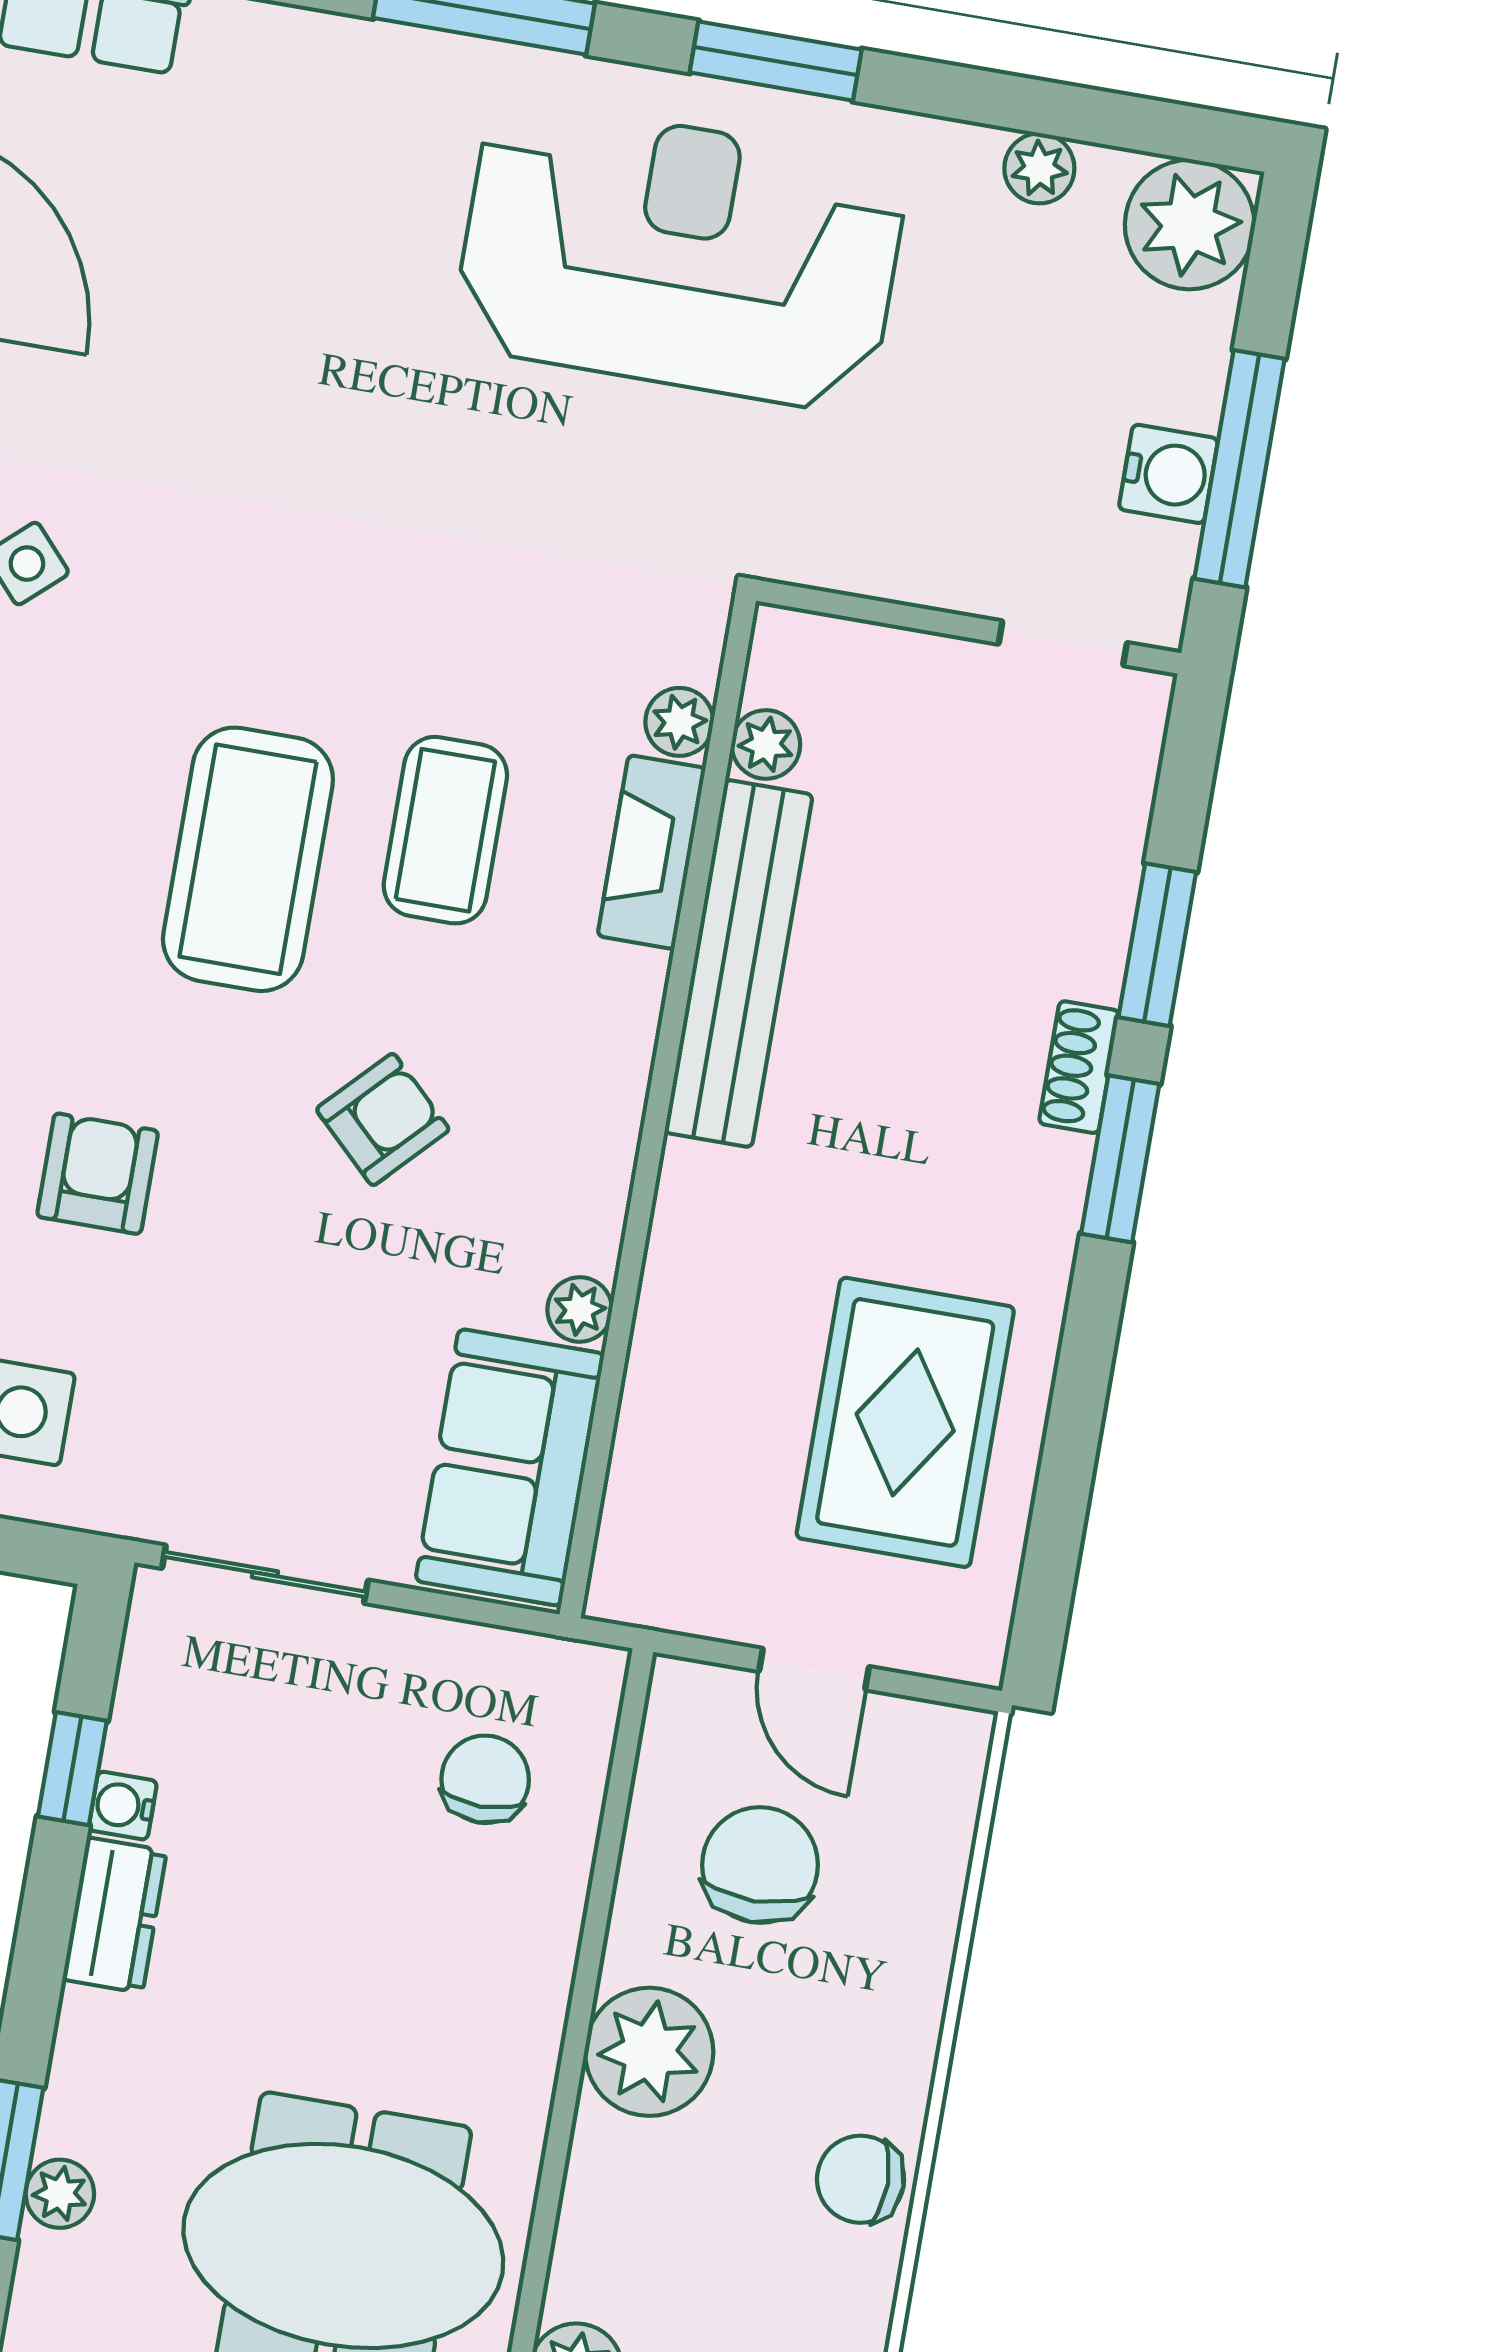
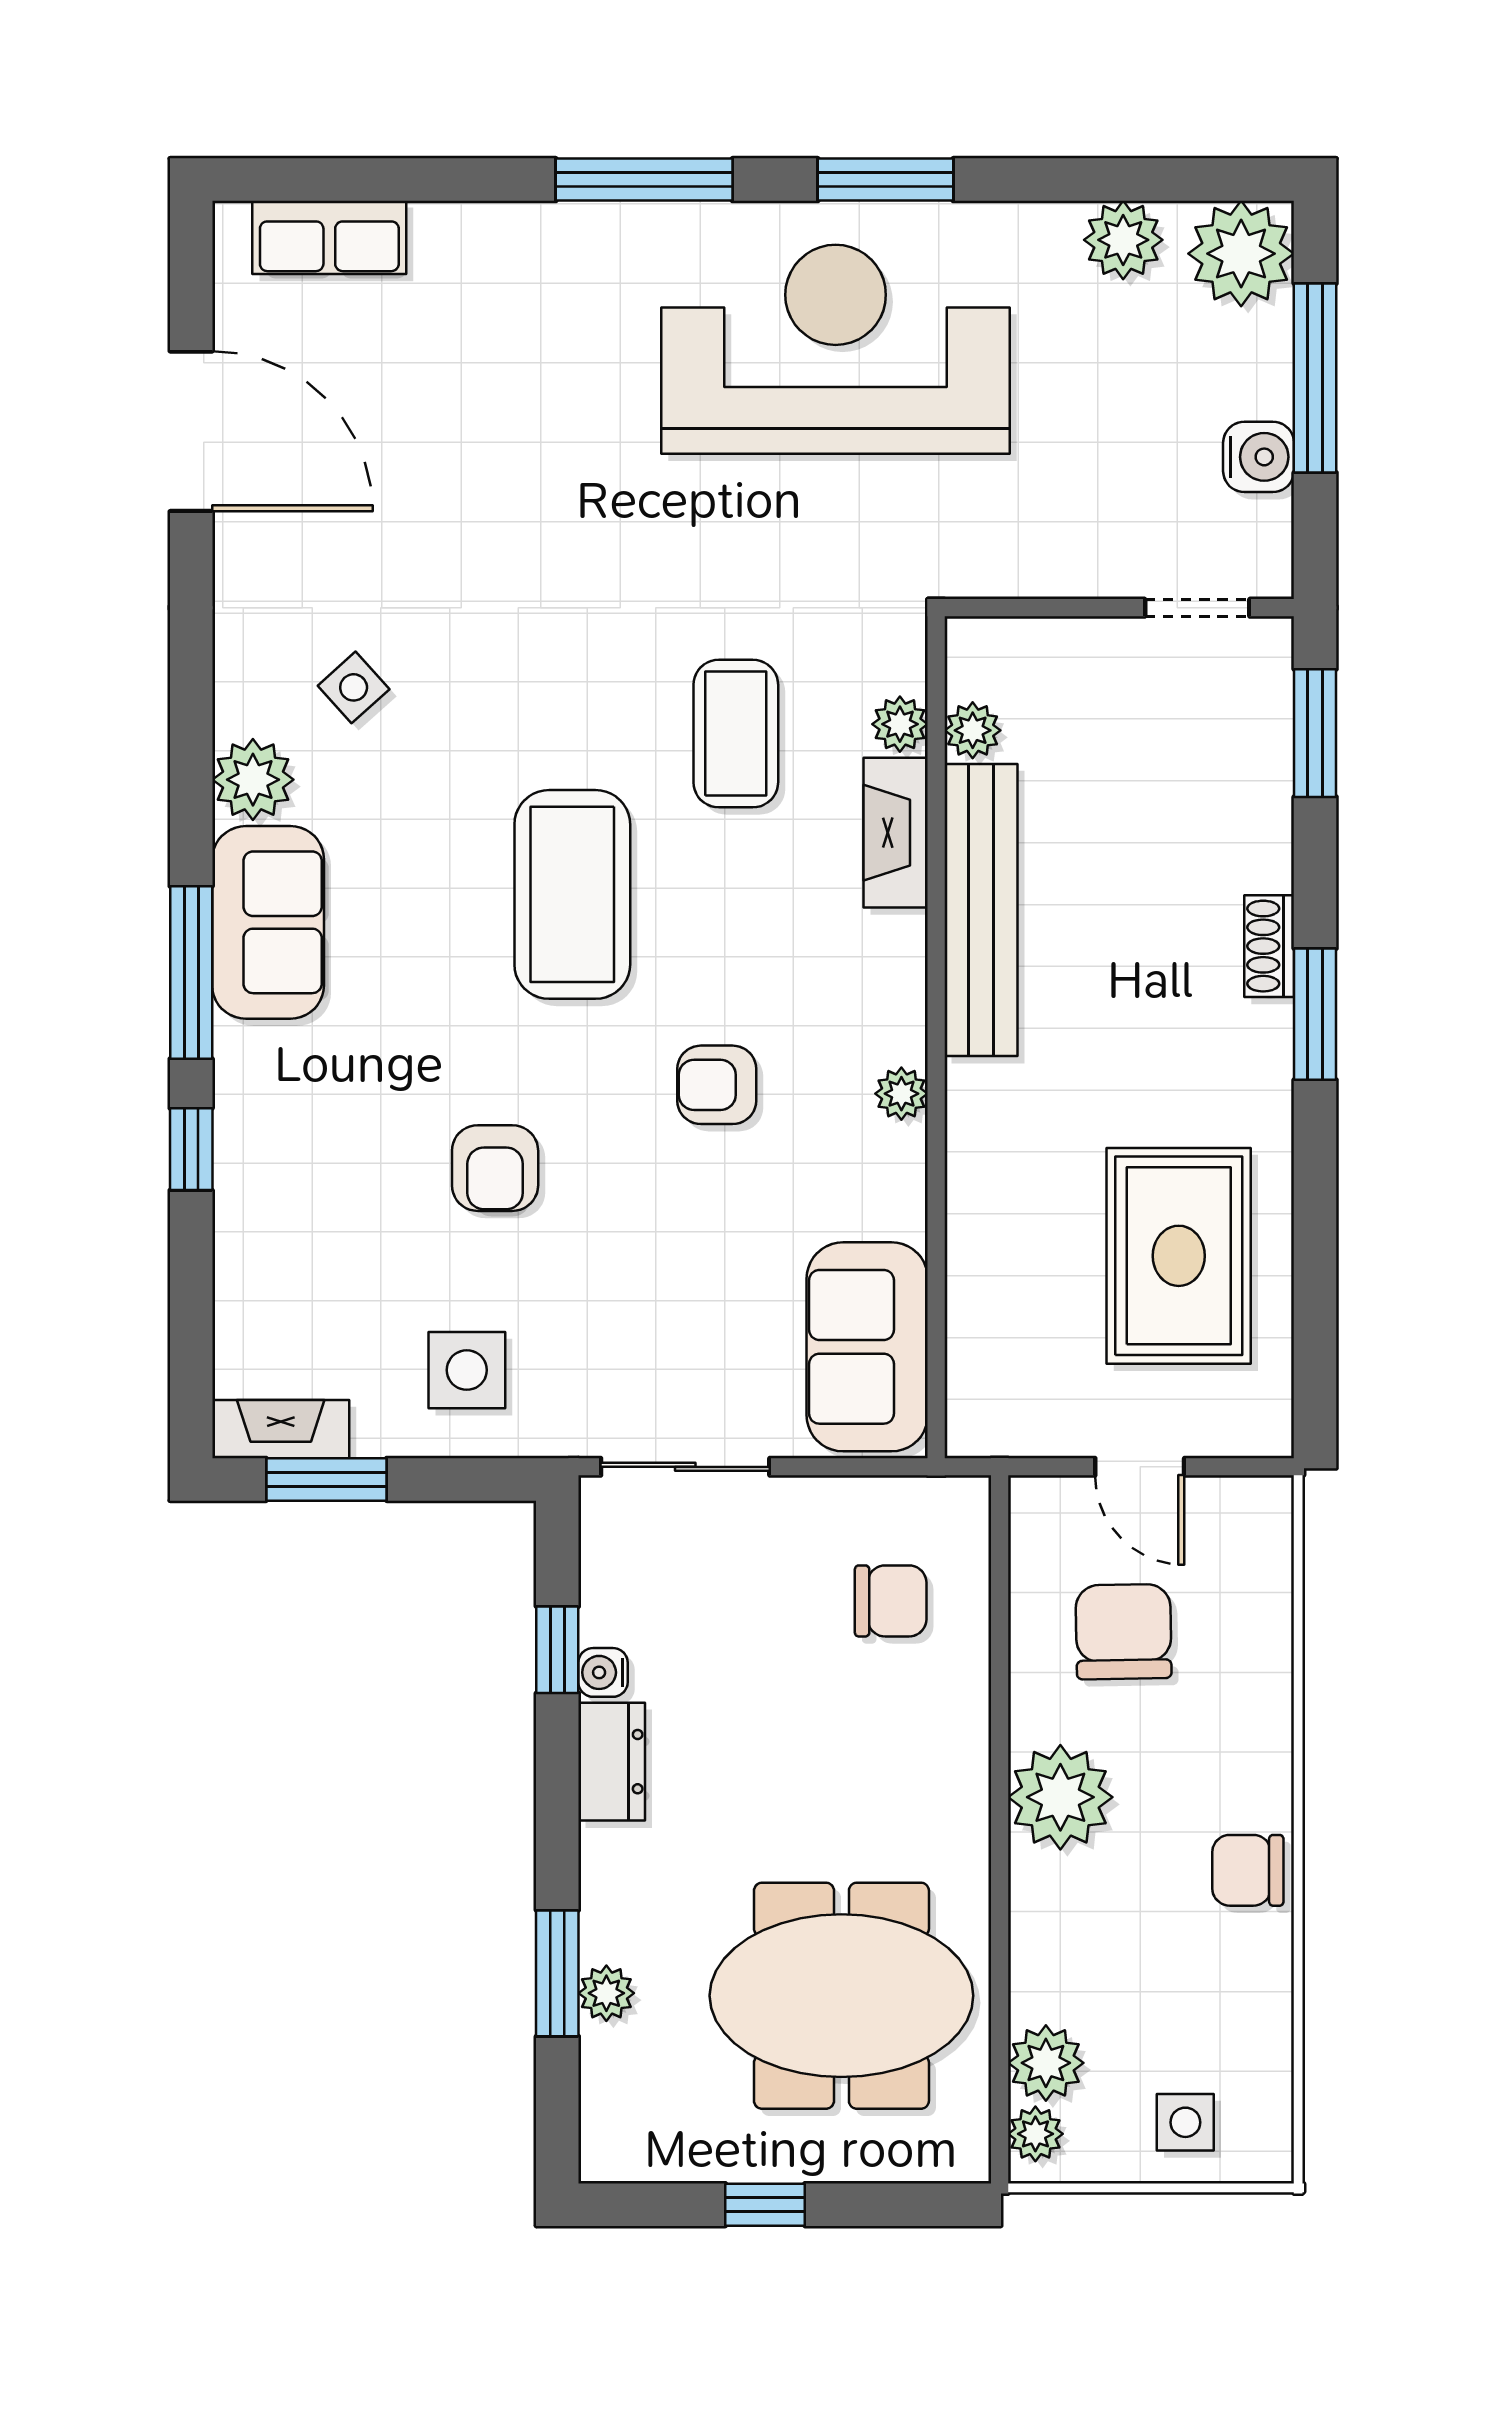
plant: (1039, 168) -> (1123, 240), width x1.38, depth x1.38
window: (1239, 469) -> (1315, 378), moved
coffee table: (445, 830) -> (736, 734), moved
window: (1157, 945) -> (1315, 733), moved
armchair: (383, 1119) -> (717, 1085), turned -134
armchair: (98, 1174) -> (495, 1168), turned 180
plant: (580, 1310) -> (901, 1094), moved
chair: (485, 1779) -> (891, 1601), turned 90

